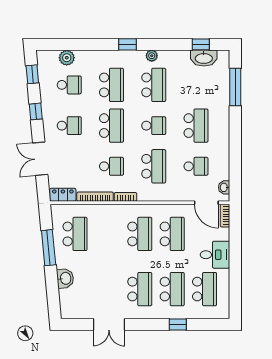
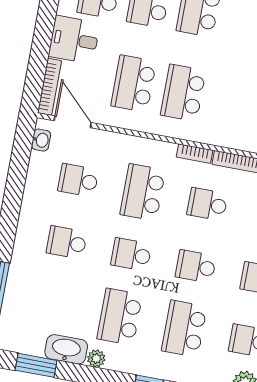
window: (201, 44) -> (36, 365), width x1.50
plant: (152, 56) -> (96, 358), moved
washbasin: (204, 58) -> (66, 349), moved
school desk: (111, 126) -> (196, 266), width x0.54
school desk: (196, 126) -> (67, 242), width x0.54
bookcase: (225, 216) -> (50, 87), width x1.56

